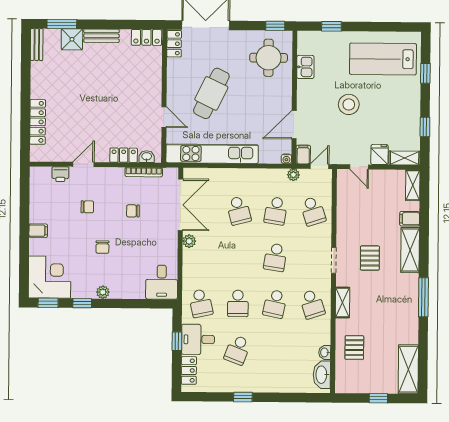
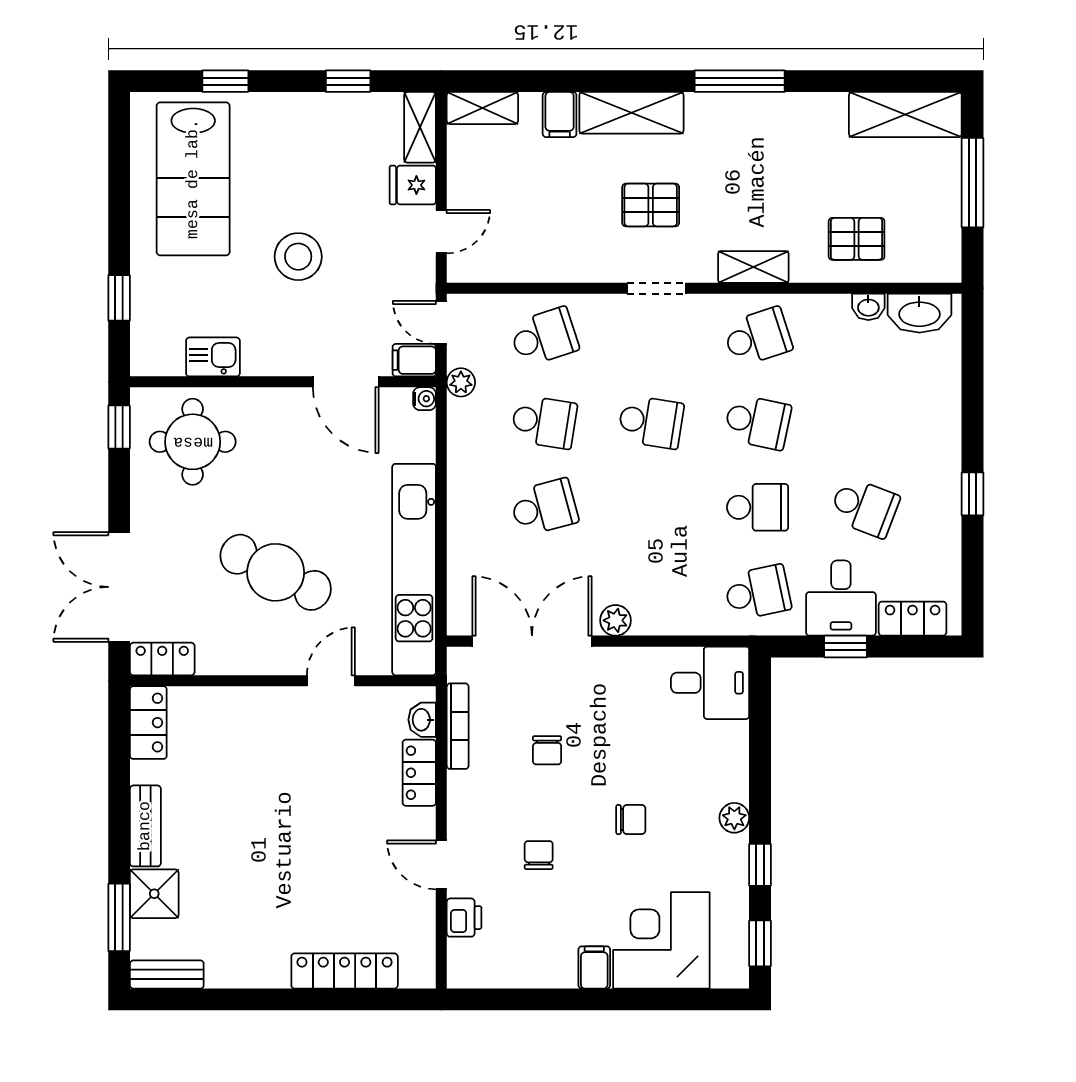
corner desk: (50, 277) -> (661, 940), moved
window: (378, 398) -> (972, 183), width x2.17

